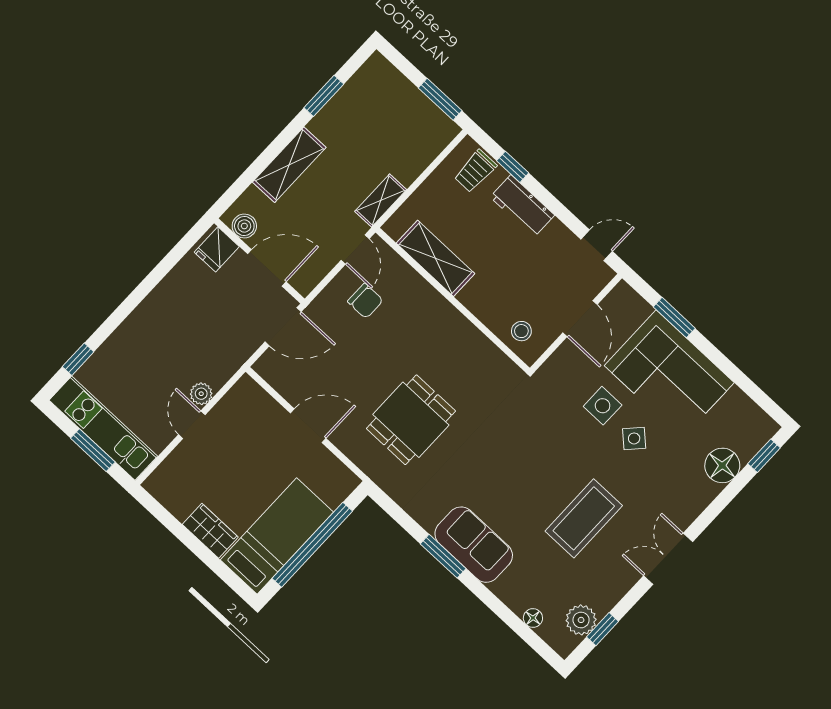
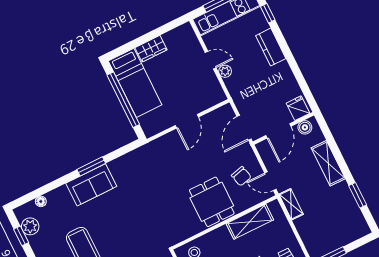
chair: (365, 301) -> (241, 176), turned -104
kitchen counter: (132, 333) -> (271, 47), added
dining table: (411, 420) -> (212, 202), moved

